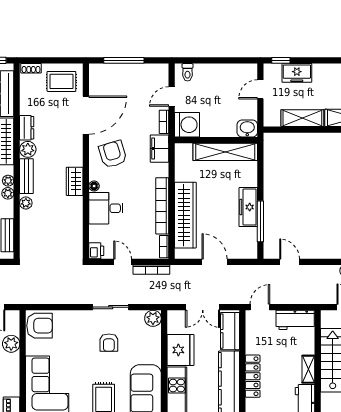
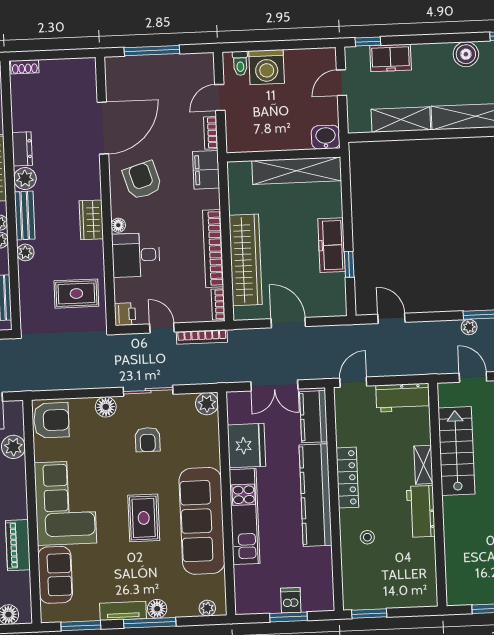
rug: (61, 81) -> (76, 294), moved
washing machine: (187, 125) -> (267, 67), moved, turned 90
window: (260, 221) -> (349, 264), width x0.46
floor lamp: (79, 318) -> (106, 407), added

